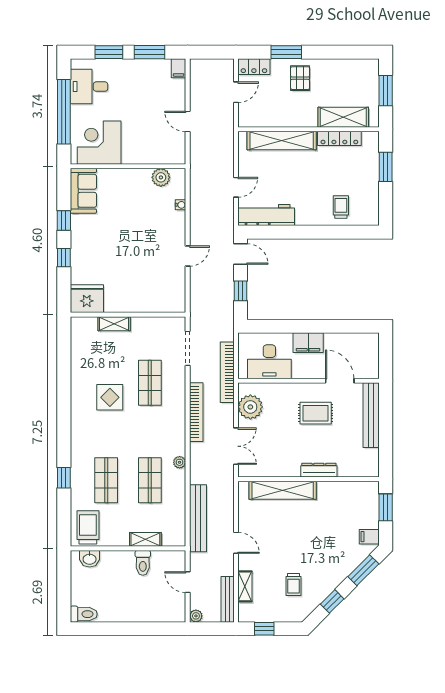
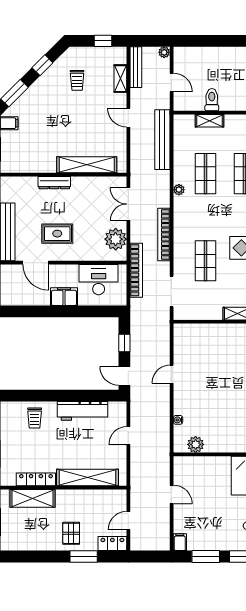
workbench: (266, 215) -> (82, 411), moved
trolley: (293, 585) -> (77, 80), turned 180

